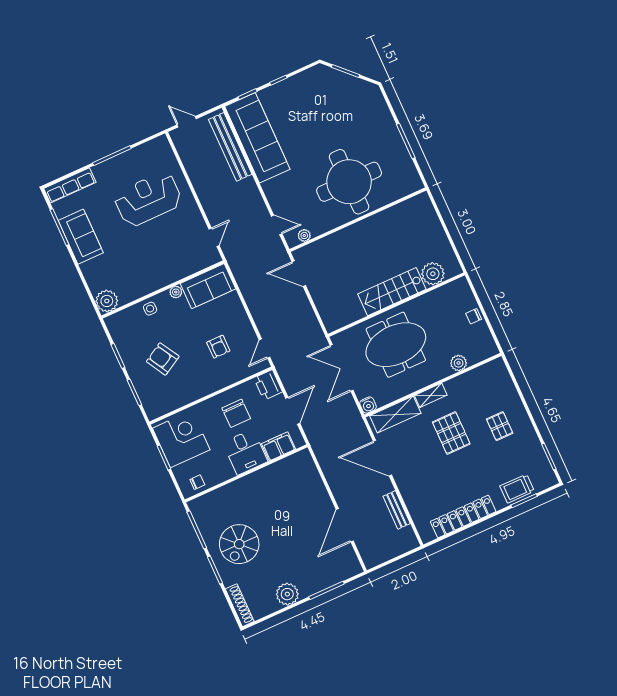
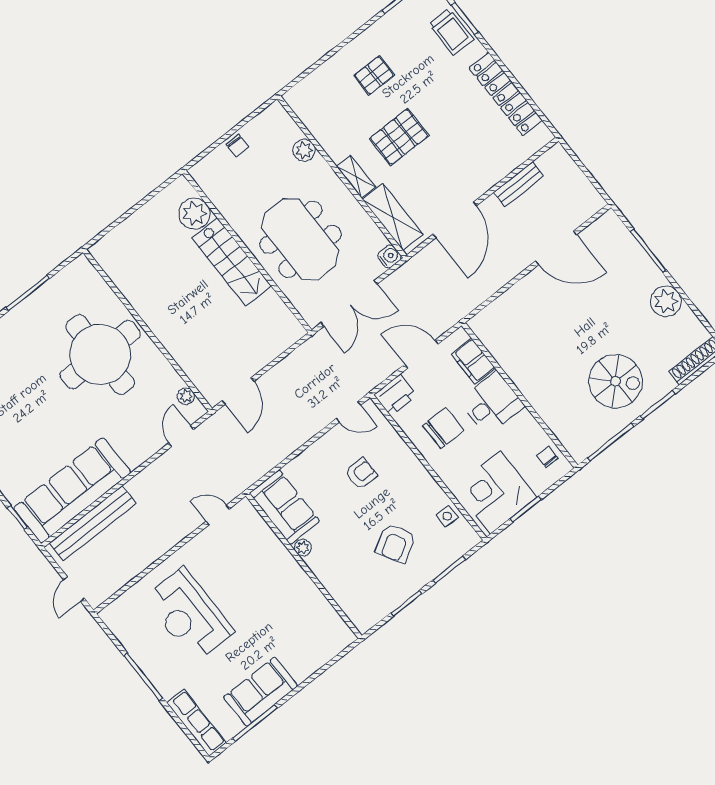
plant: (107, 301) -> (337, 636), removed
side table: (150, 309) -> (447, 516), moved

